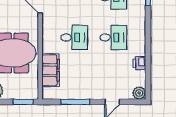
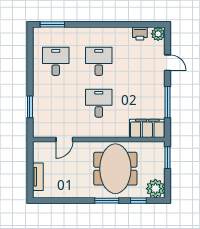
printer: (139, 63) -> (140, 34), moved
filing cabinet: (51, 70) -> (147, 128), moved

